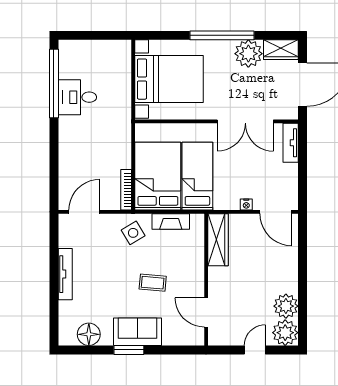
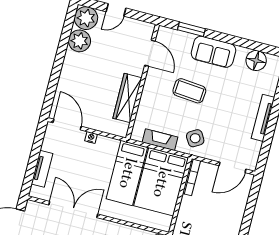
tv unit: (291, 143) -> (42, 169), moved
wardrobe: (218, 240) -> (127, 98), moved
coffee table: (153, 283) -> (189, 91), width x1.36, depth x1.30
window: (129, 350) -> (191, 29), moved

